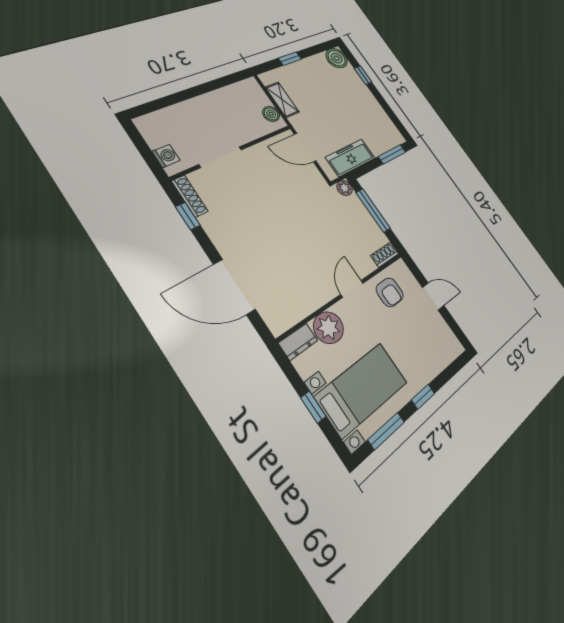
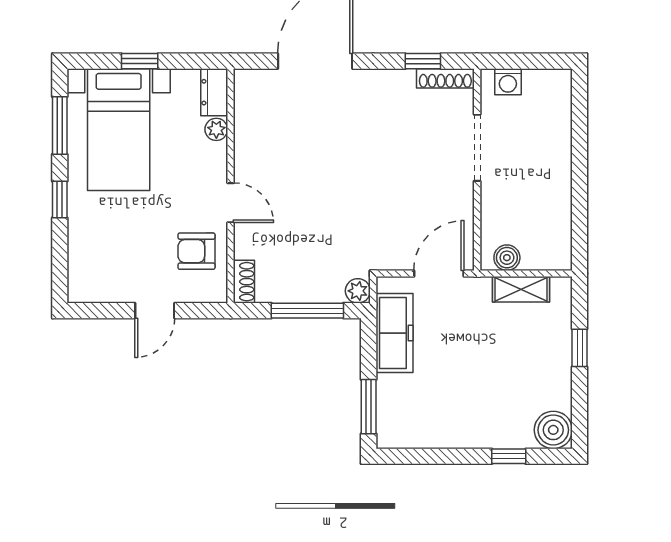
plant: (328, 328) -> (216, 129), width x0.53, depth x0.53

